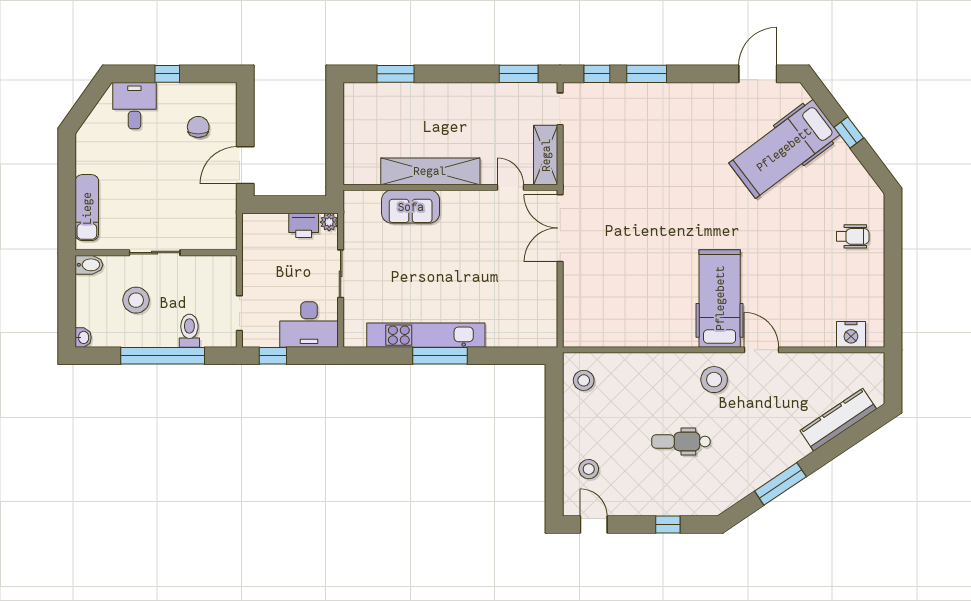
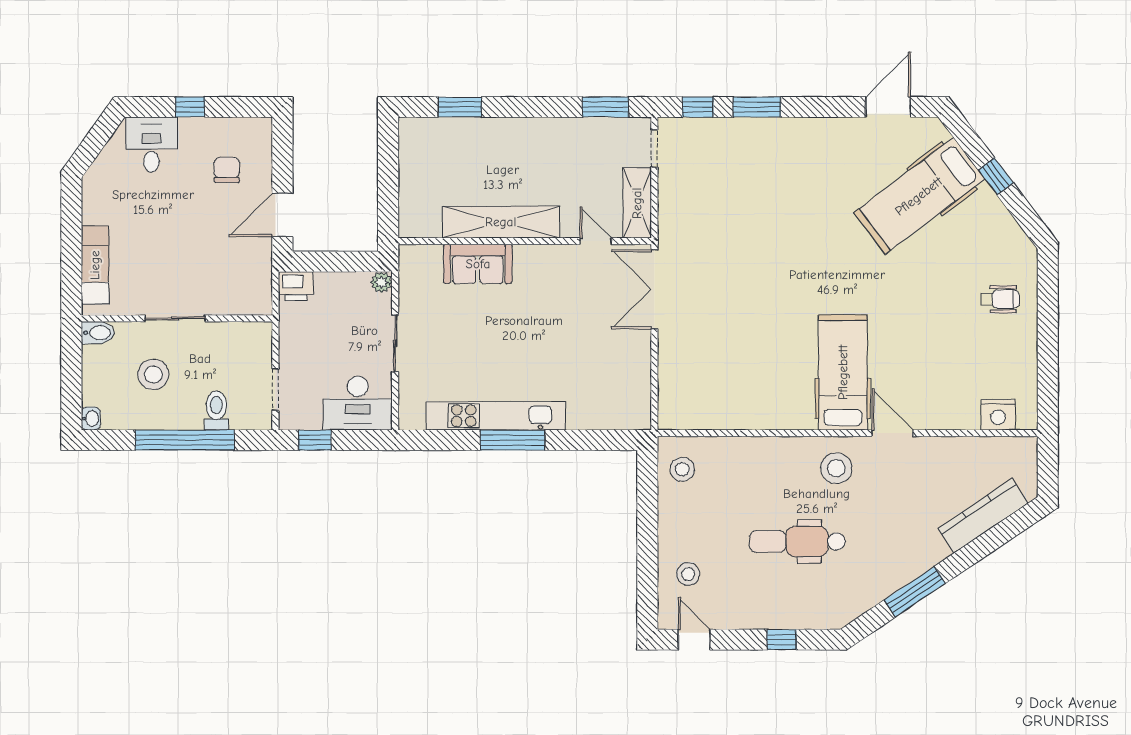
printer: (304, 225) -> (296, 286), moved
dental chair: (681, 441) -> (797, 541), width x1.36, depth x1.38

